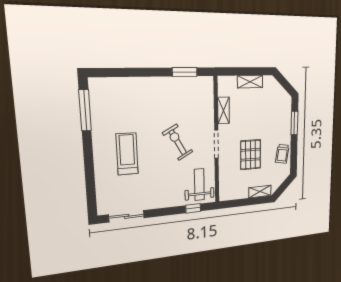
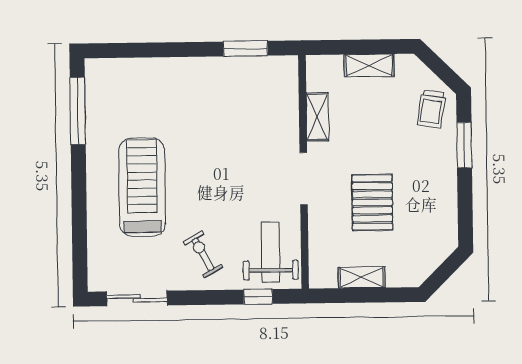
exercise bike: (178, 142) -> (203, 254), moved, width x0.73, depth x0.72
treadmill: (127, 154) -> (142, 187), width x1.37, depth x1.38
trolley: (282, 154) -> (431, 109), moved
shelving: (260, 192) -> (362, 277), moved

